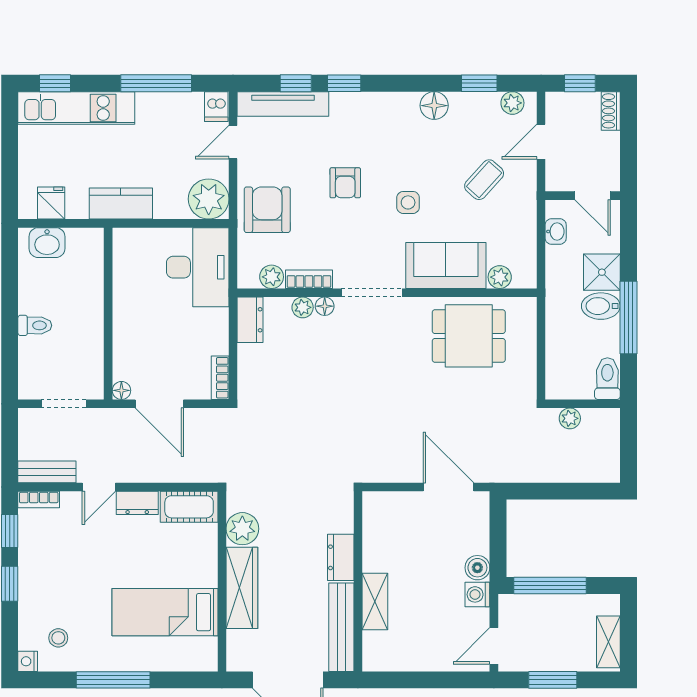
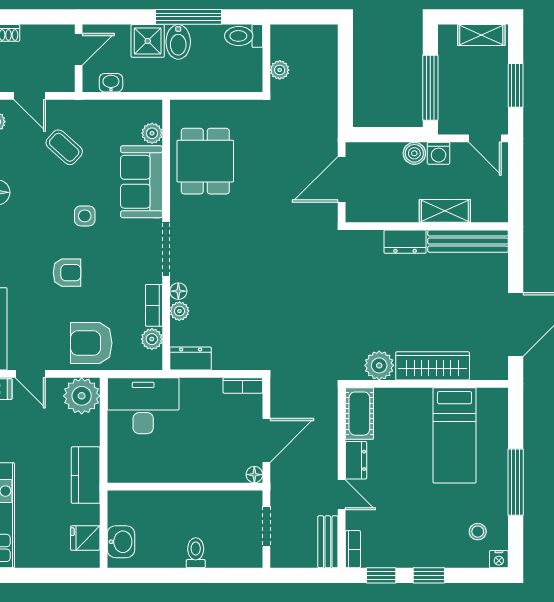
dresser: (341, 557) -> (405, 242), moved
wall: (358, 581) -> (427, 226), moved
shelving: (375, 602) -> (445, 211), moved
bench: (341, 627) -> (468, 241), moved

